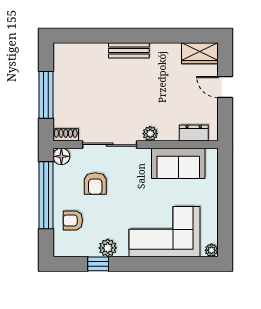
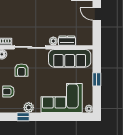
dresser: (194, 133) -> (67, 41), moved
sofa: (178, 163) -> (70, 58), width x1.36
window: (225, 200) -> (97, 79), added

